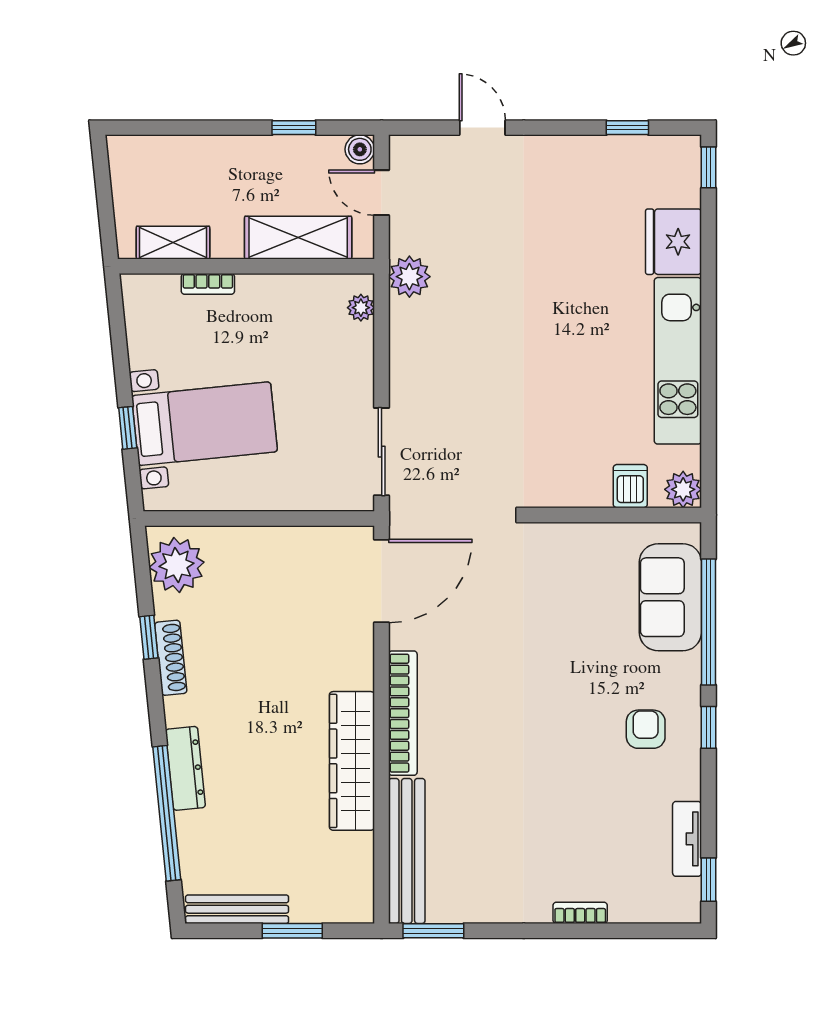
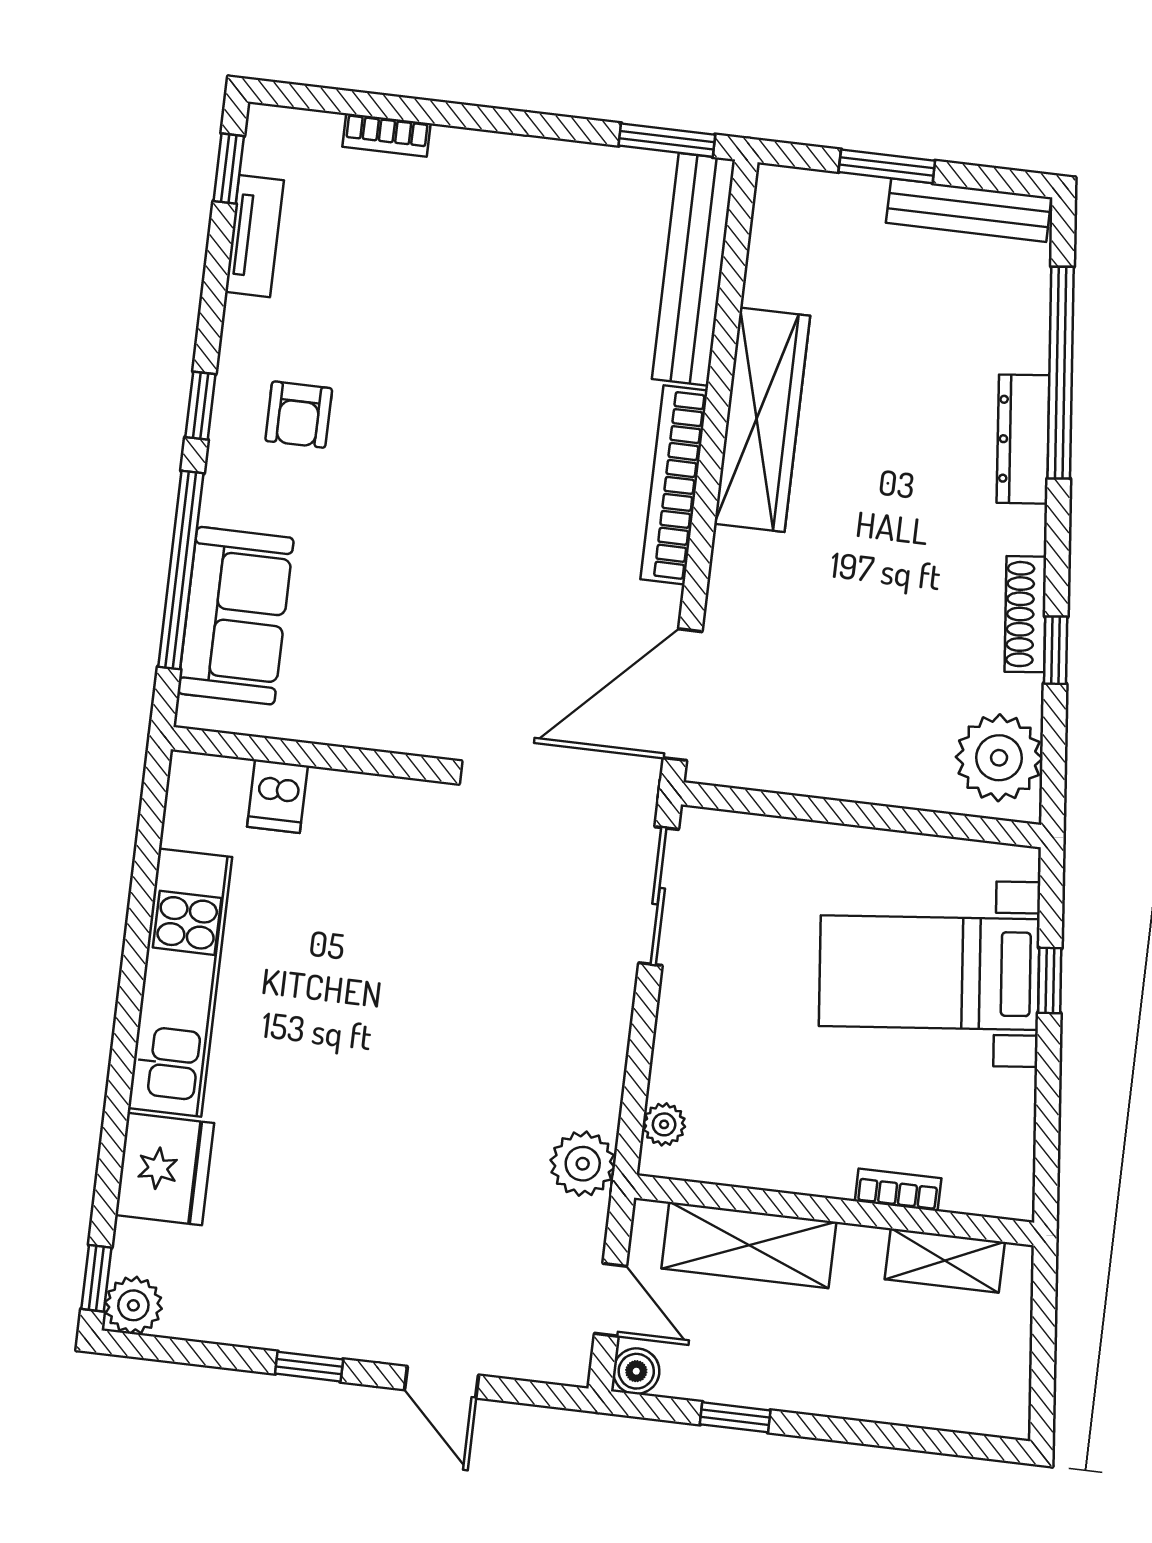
window: (627, 128) -> (309, 1367), moved
plant: (683, 489) -> (133, 1305), moved
bookcase: (580, 913) -> (386, 135), moved

